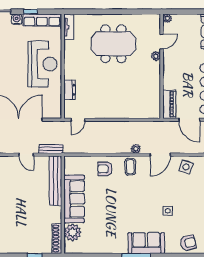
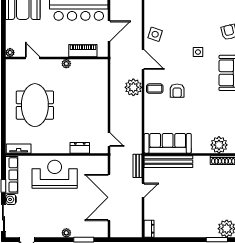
plant: (156, 56) -> (66, 64), moved
piano: (169, 104) -> (83, 51), moved
plant: (136, 149) -> (133, 87), width x1.88, depth x1.88
armchair: (105, 169) -> (177, 91), moved
sofa: (74, 199) -> (168, 143), moved

